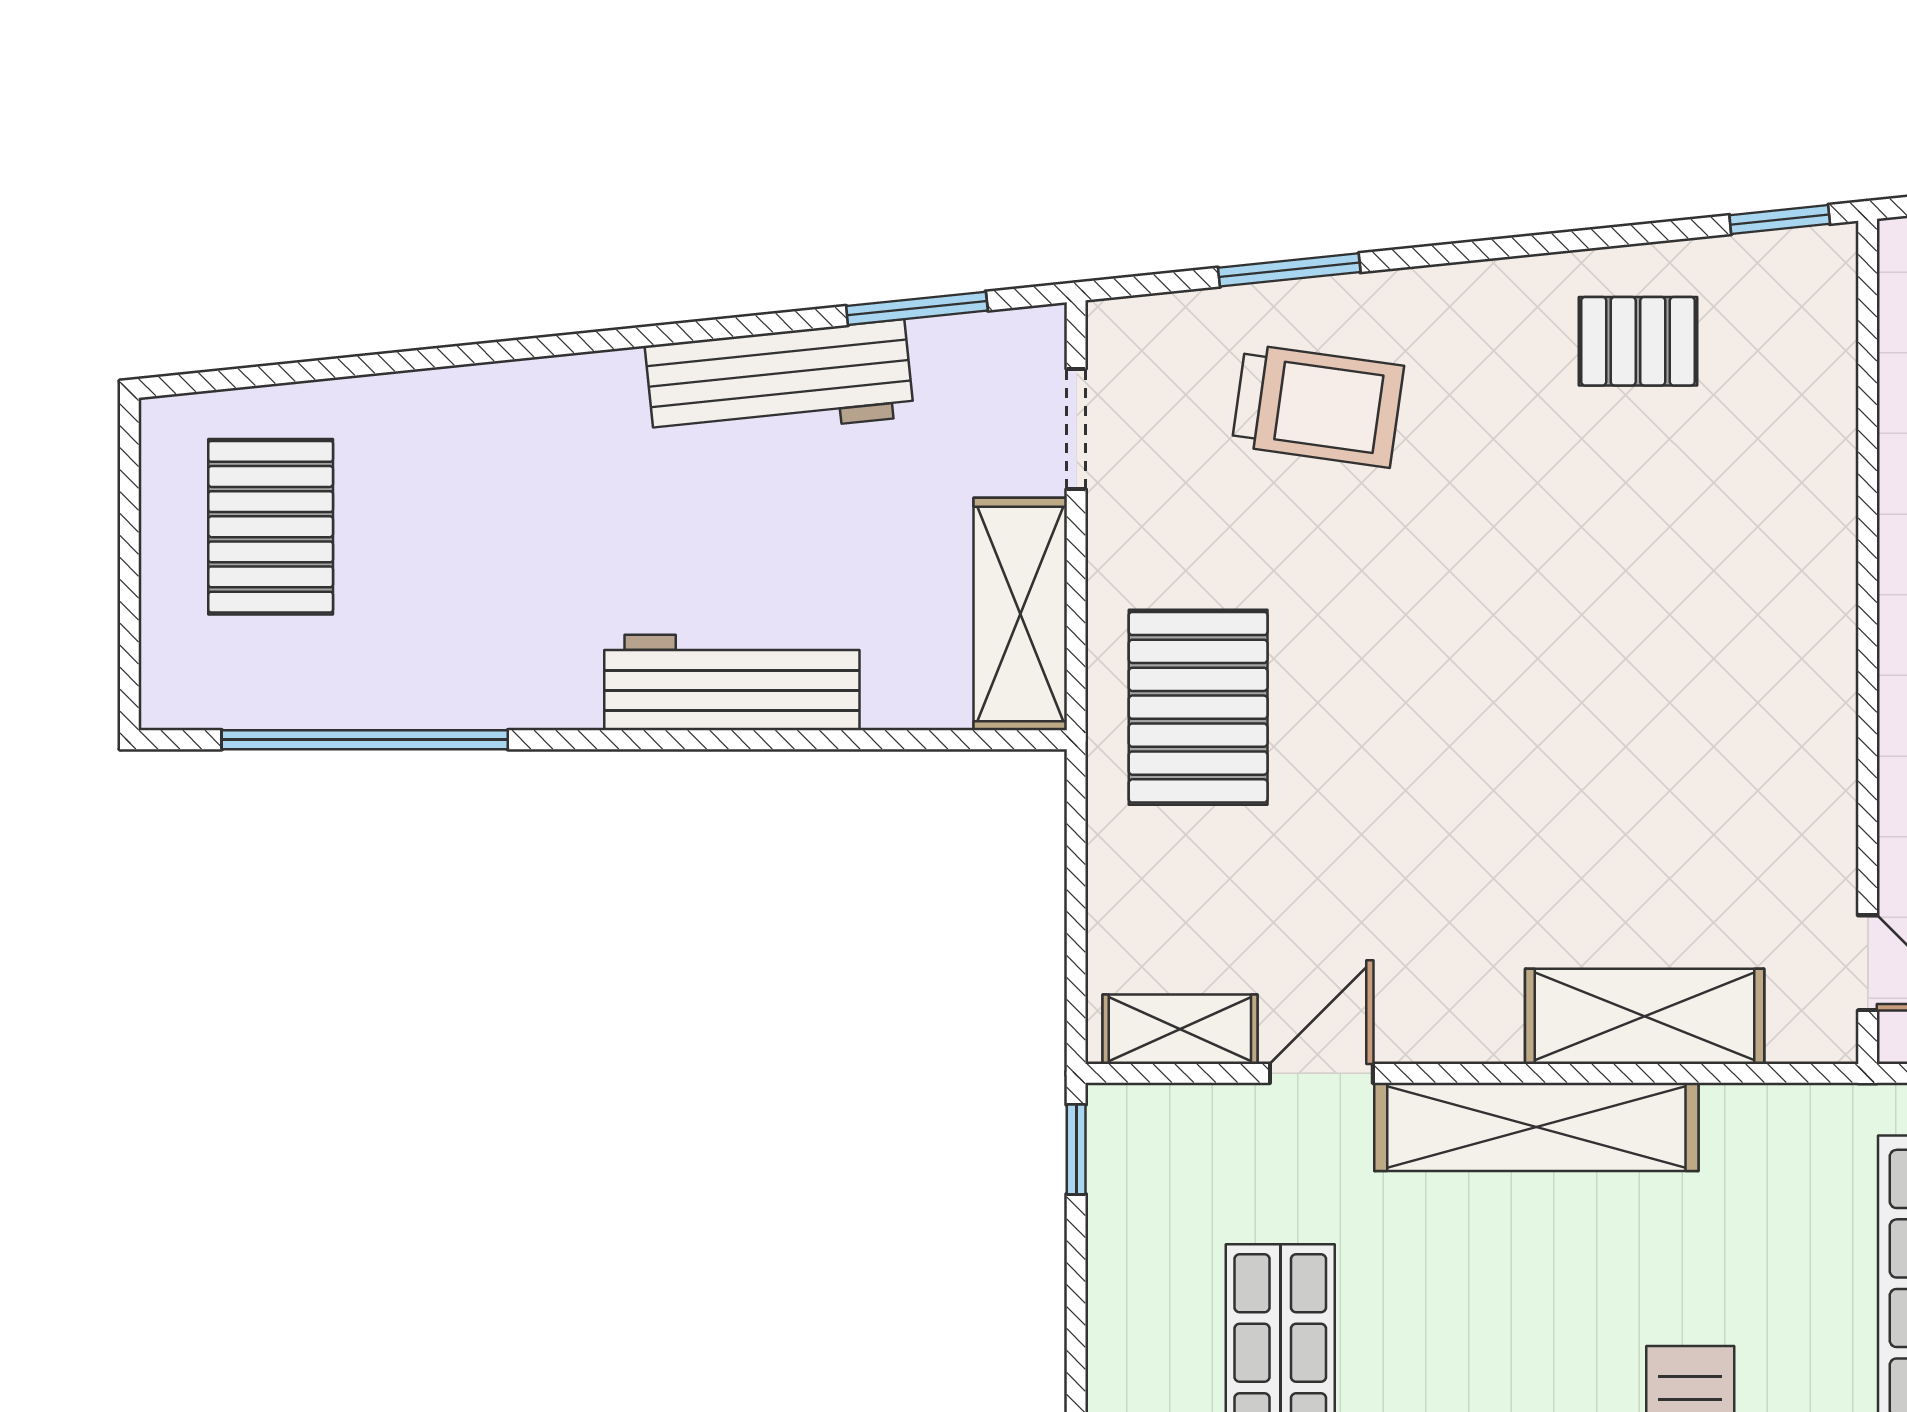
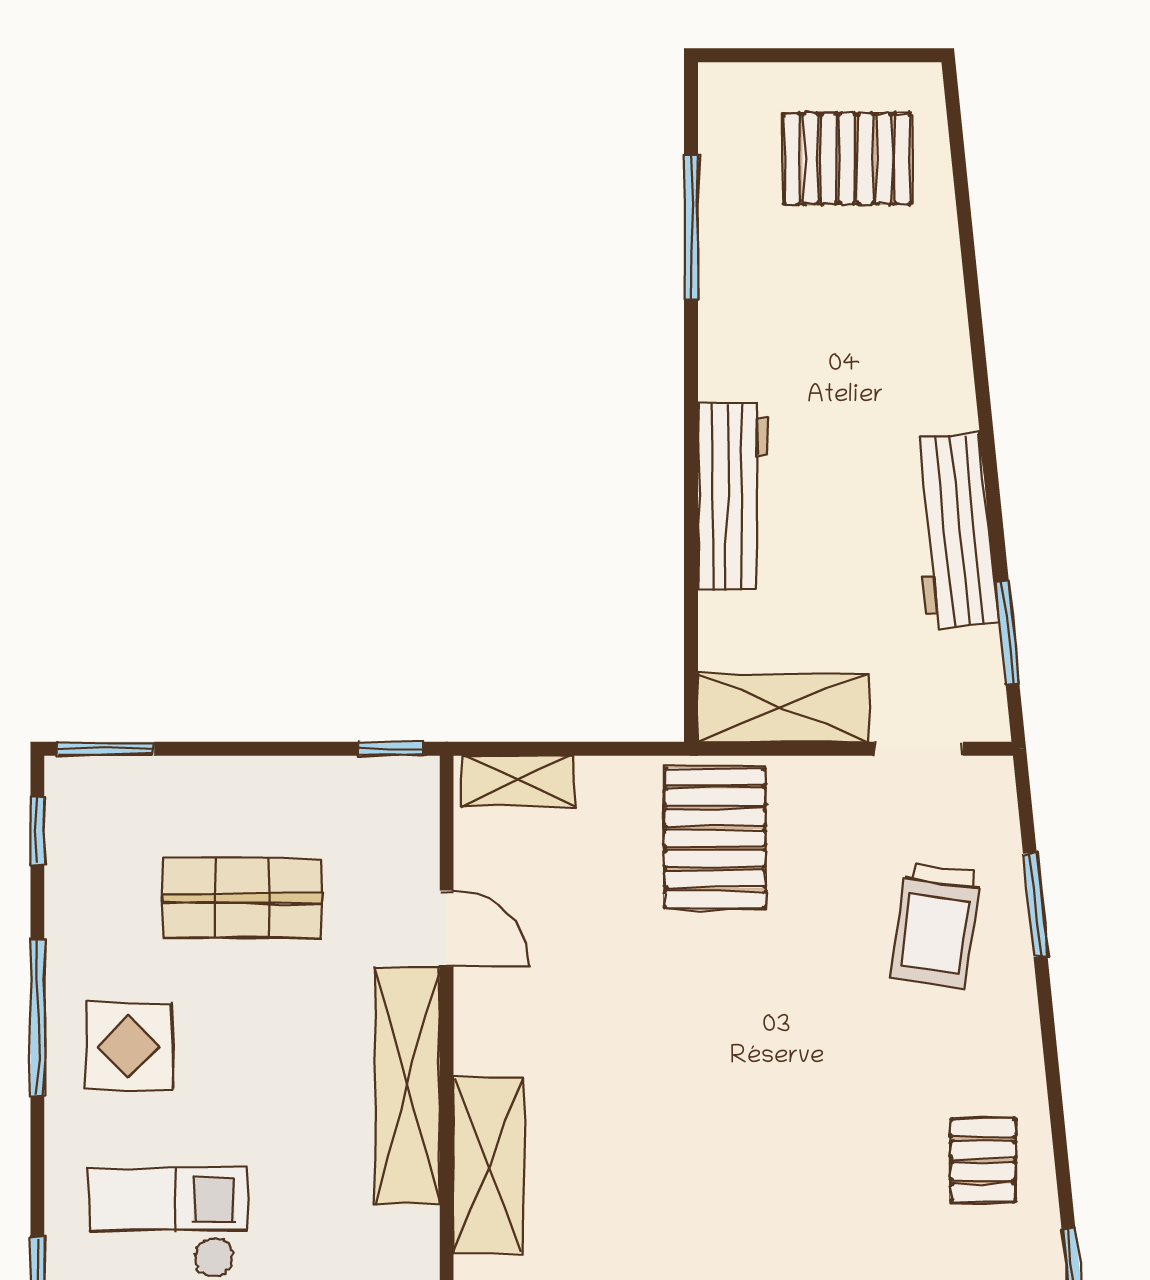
pallet: (1198, 707) -> (715, 838), turned 90
window: (365, 740) -> (691, 228), width x0.68
shelving: (1180, 1029) -> (518, 781), moved, turned 90

